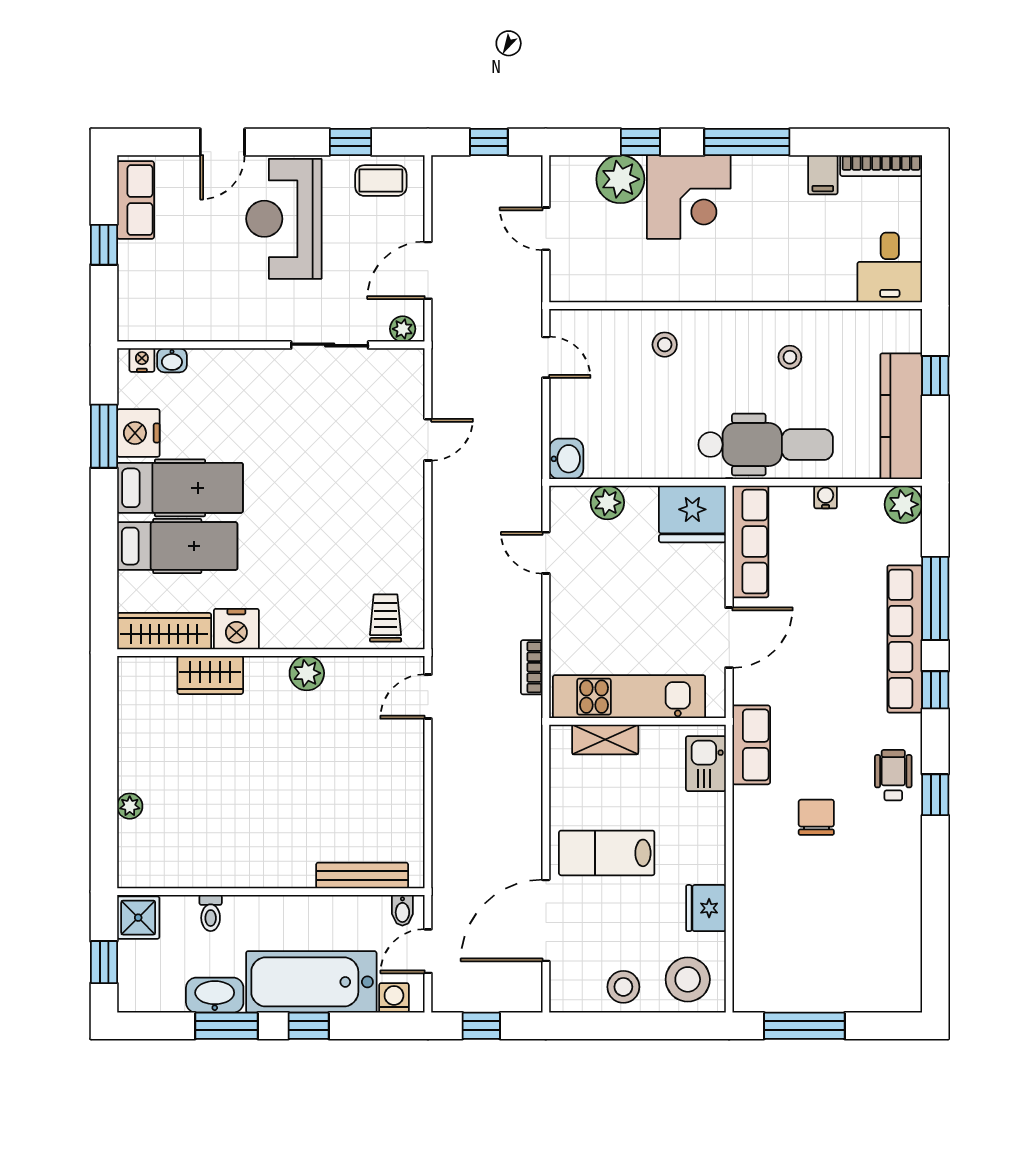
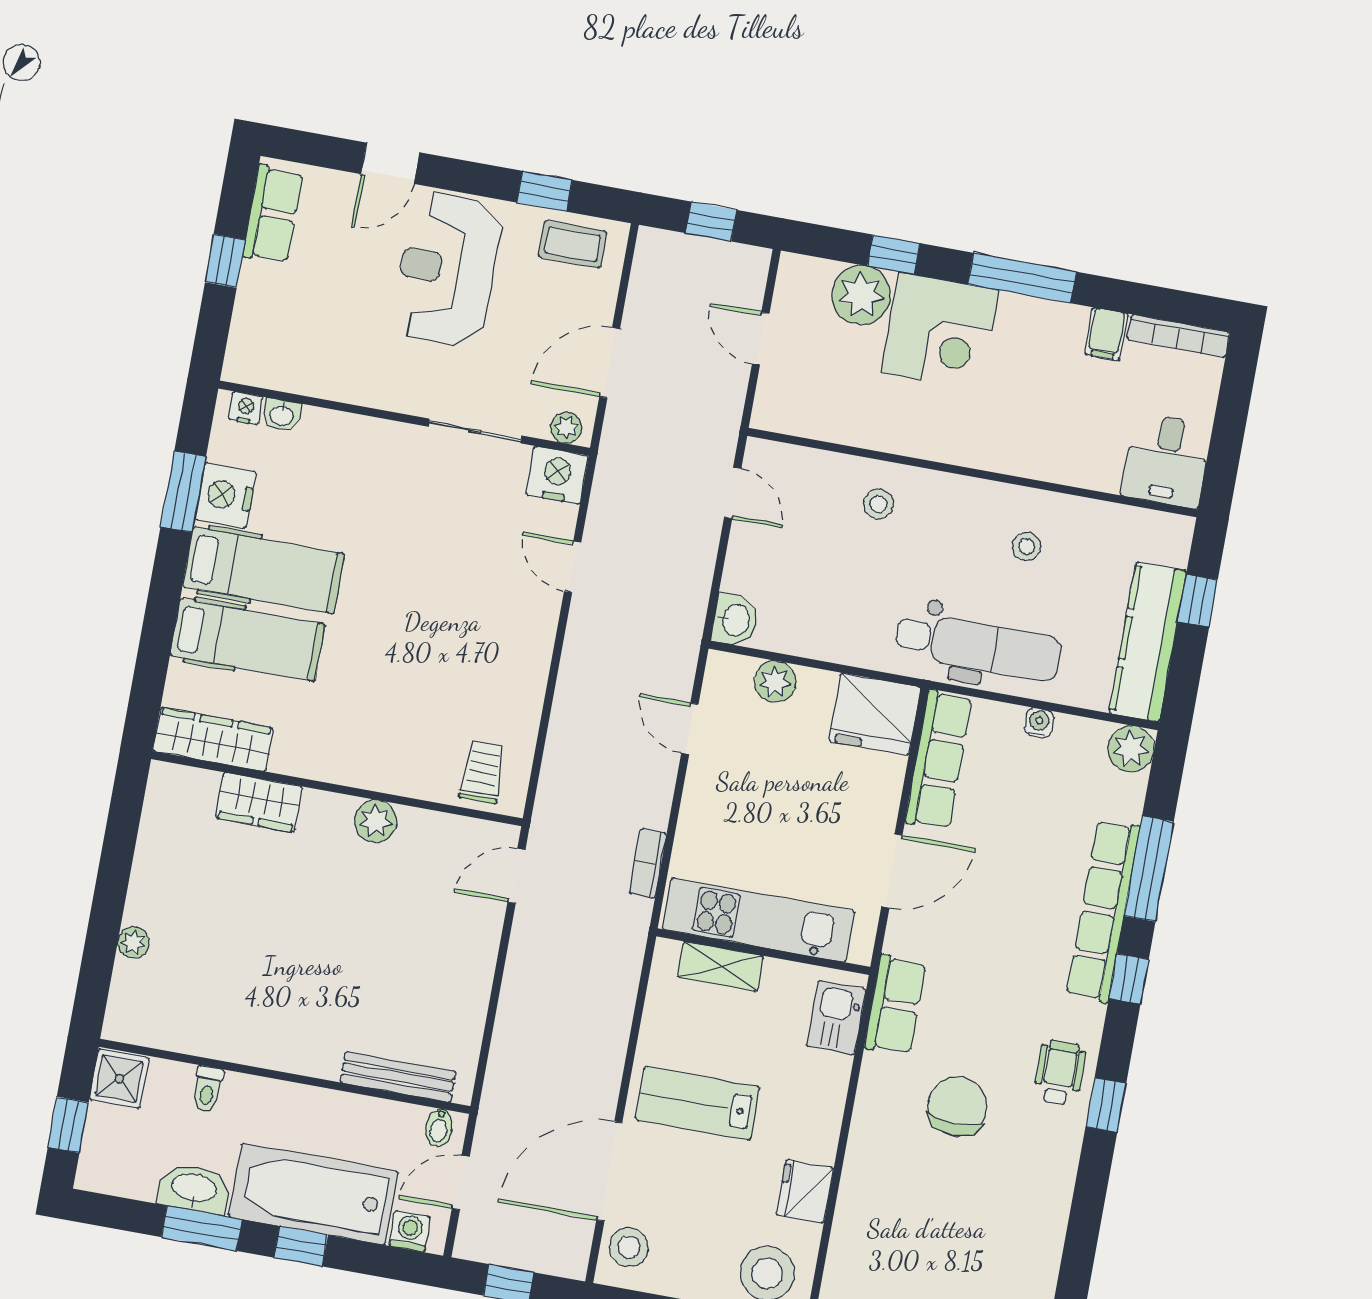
door: (428, 440) -> (573, 567), swing flipped
nightstand: (236, 629) -> (557, 475), moved, turned 180
chair: (816, 817) -> (958, 1106), width x1.37, depth x1.37
stool: (623, 987) -> (629, 1247), moved

